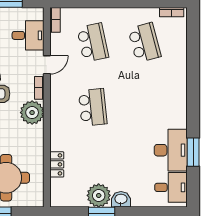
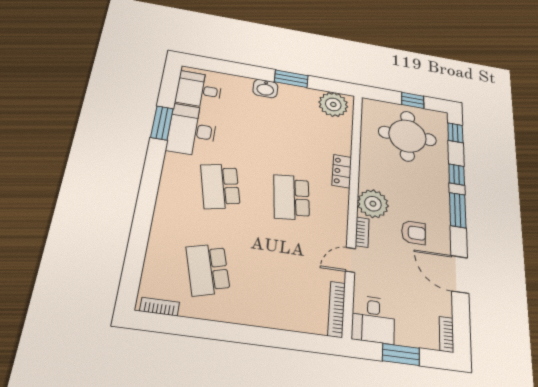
bookcase: (55, 20) -> (337, 309), width x1.56
desk: (28, 35) -> (373, 319), moved, turned -90
school desk: (93, 43) -> (220, 186), moved
locker: (57, 164) -> (342, 171), moved
plant: (99, 195) -> (333, 104), moved

